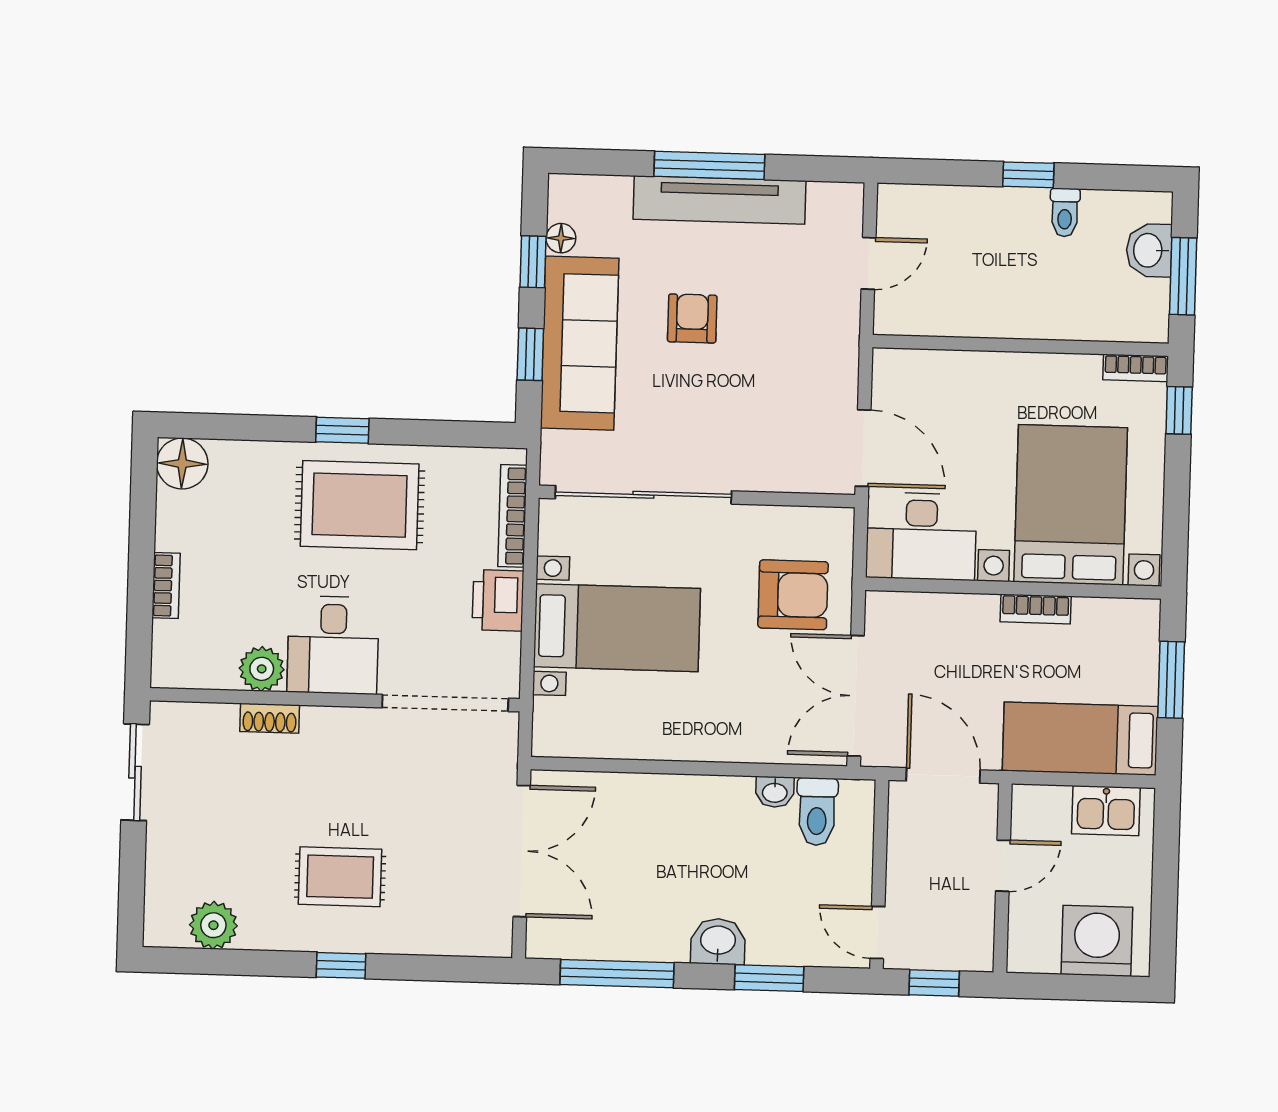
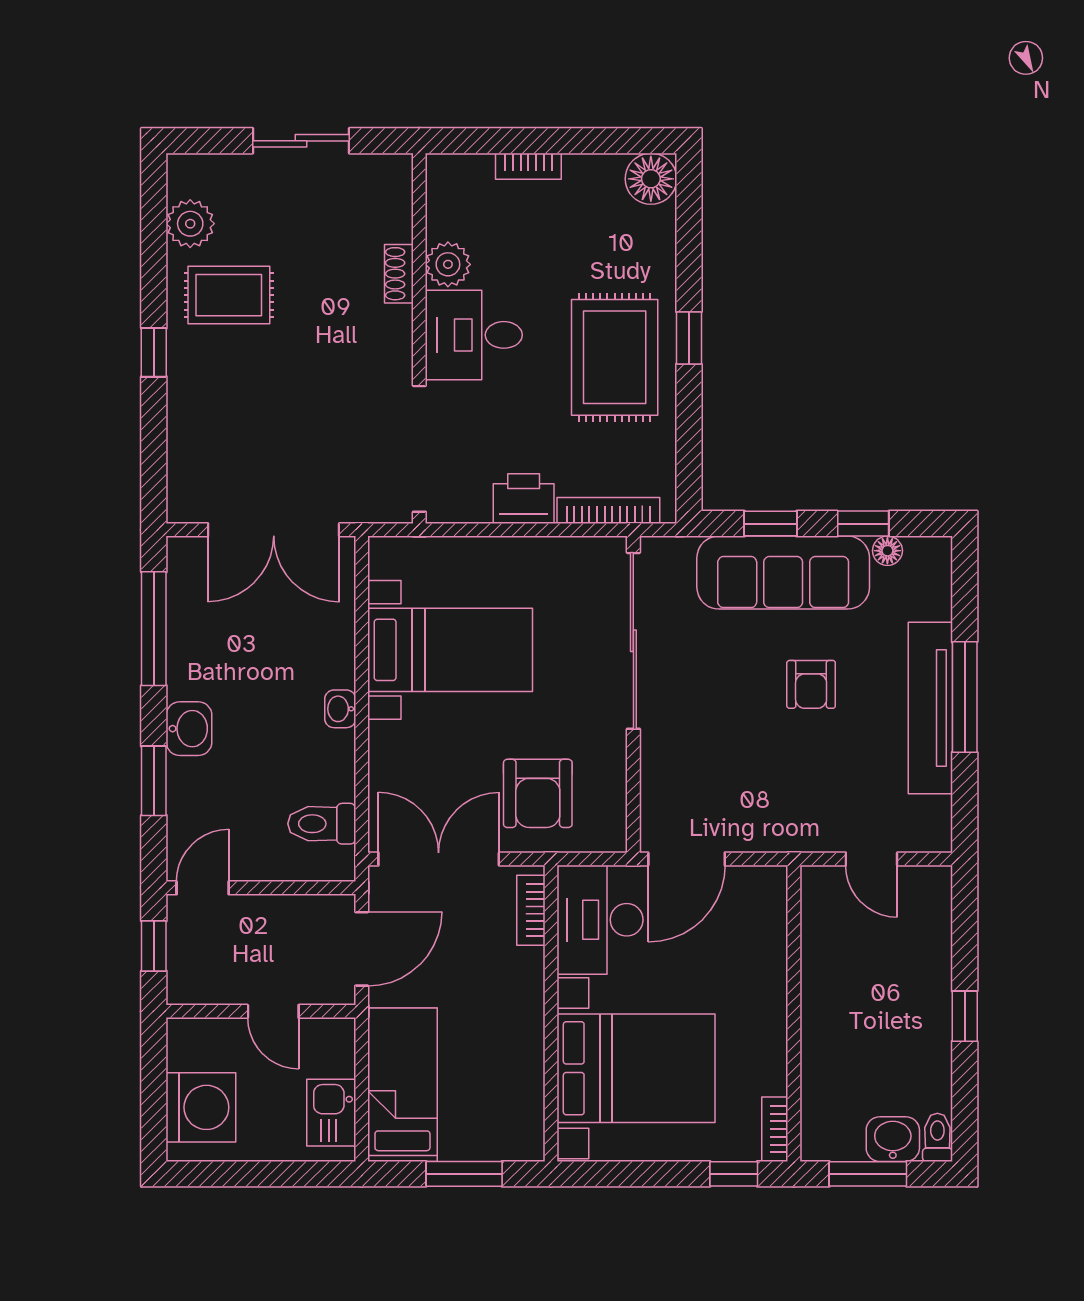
toilet: (1065, 212) -> (937, 1137), moved, turned 90
armchair: (692, 318) -> (811, 684), turned 90
bookcase: (1036, 609) -> (531, 910), moved
bed with nightstands: (617, 628) -> (450, 650), moved, turned -90
sliding door: (135, 772) -> (301, 141), moved
washbasin: (775, 792) -> (340, 709), moved
rug: (340, 877) -> (229, 295), moved, turned 90

